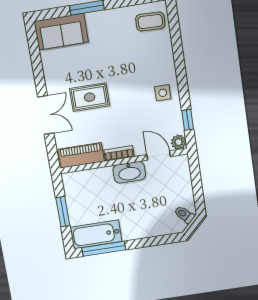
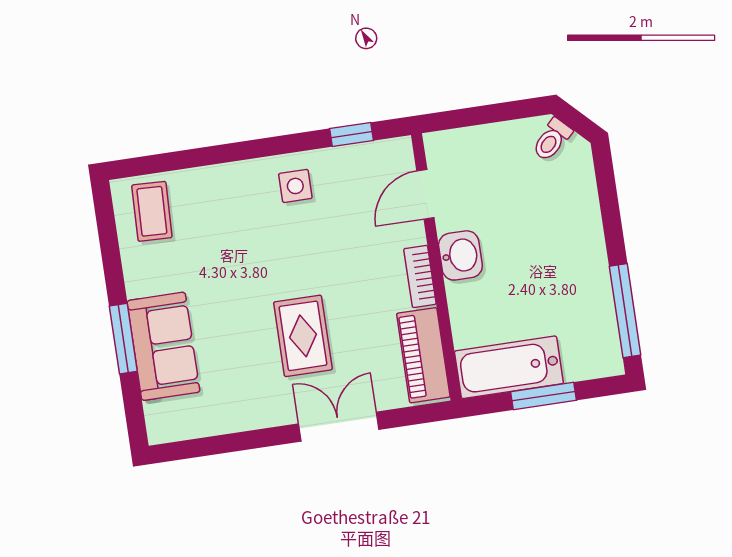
sofa: (61, 32) -> (163, 346), moved
plant: (179, 142) -> (398, 153), removed
washbasin: (129, 172) -> (460, 255), width x0.72
bathtub: (96, 234) -> (509, 367), moved, turned 90

